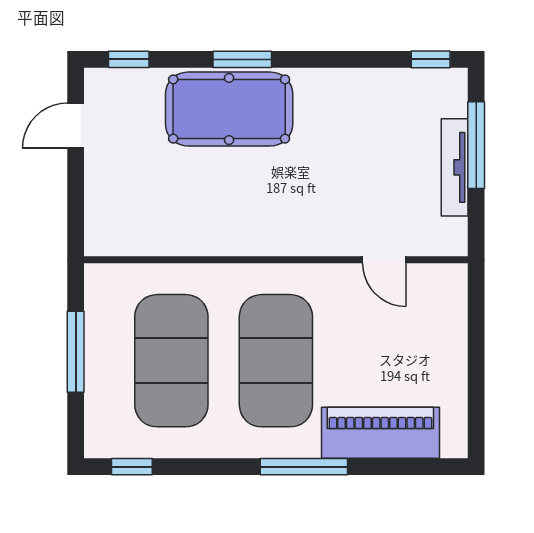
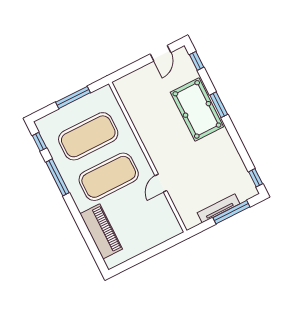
door: (76, 126) -> (161, 53), swing flipped
door: (384, 260) -> (161, 183), moved
window: (304, 467) -> (58, 177), moved

